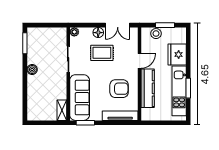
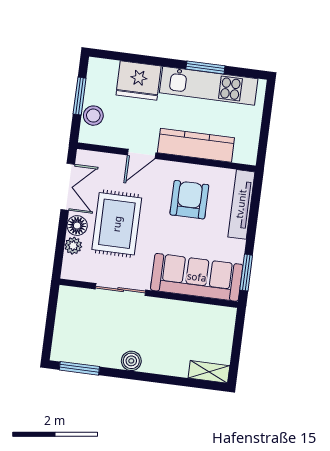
plant: (74, 32) -> (73, 246), moved
rug: (102, 53) -> (117, 224), width x1.36, depth x1.43
door: (139, 61) -> (142, 154), swing flipped
shelving: (62, 110) -> (209, 372), moved

